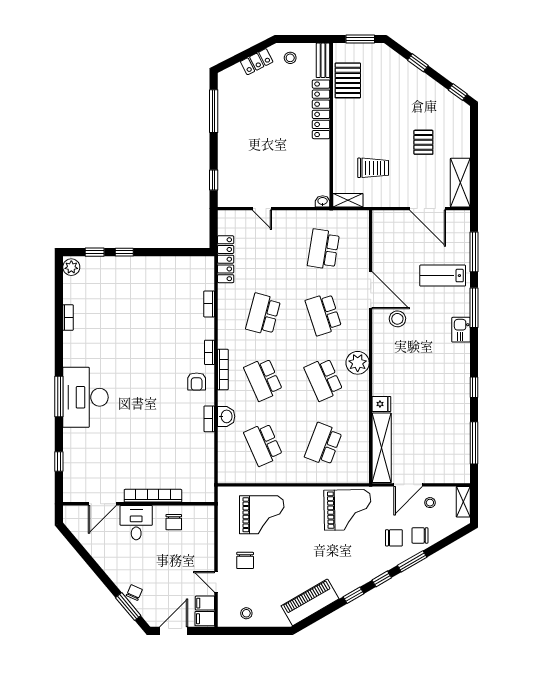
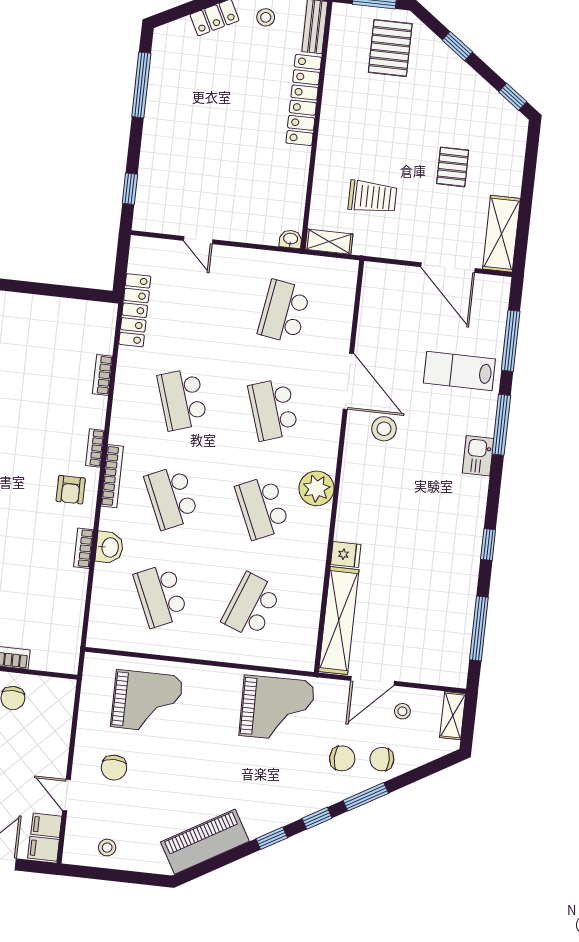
pallet: (348, 80) -> (390, 48), moved
school desk: (263, 314) -> (182, 399), turned -33

